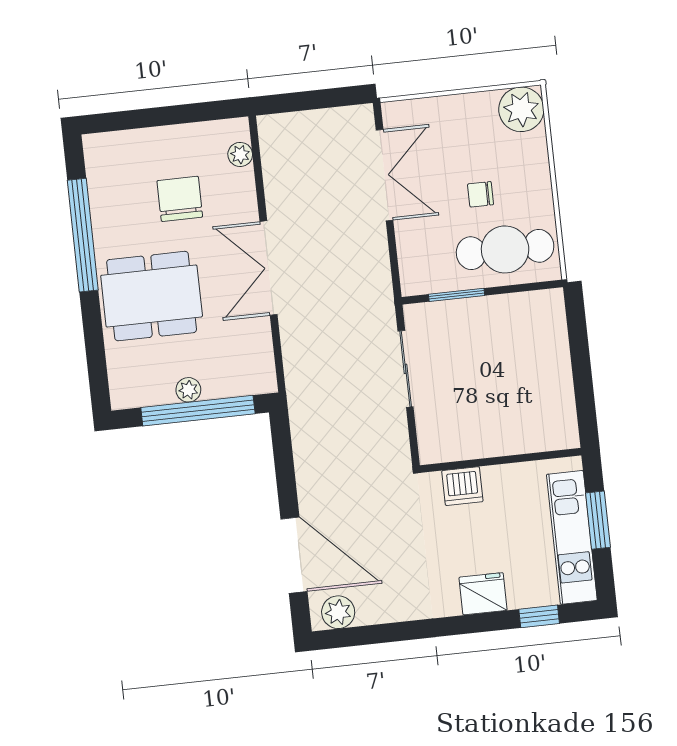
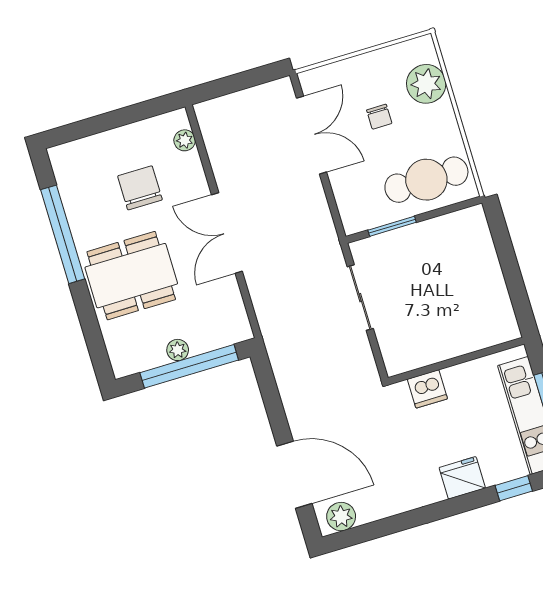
plant: (521, 109) -> (426, 84), moved
chair: (481, 194) -> (379, 117), moved, turned -90

